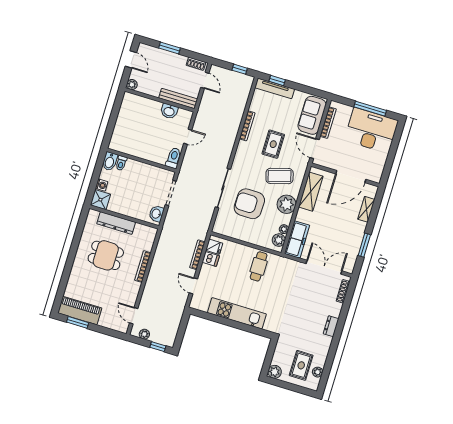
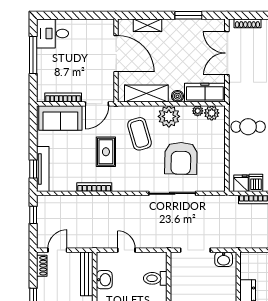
desk: (371, 130) -> (53, 33), width x0.53, depth x0.77
rug: (273, 144) -> (106, 152), turned 90
toilet: (173, 158) -> (155, 278), moved
boiler: (301, 216) -> (177, 96), added

